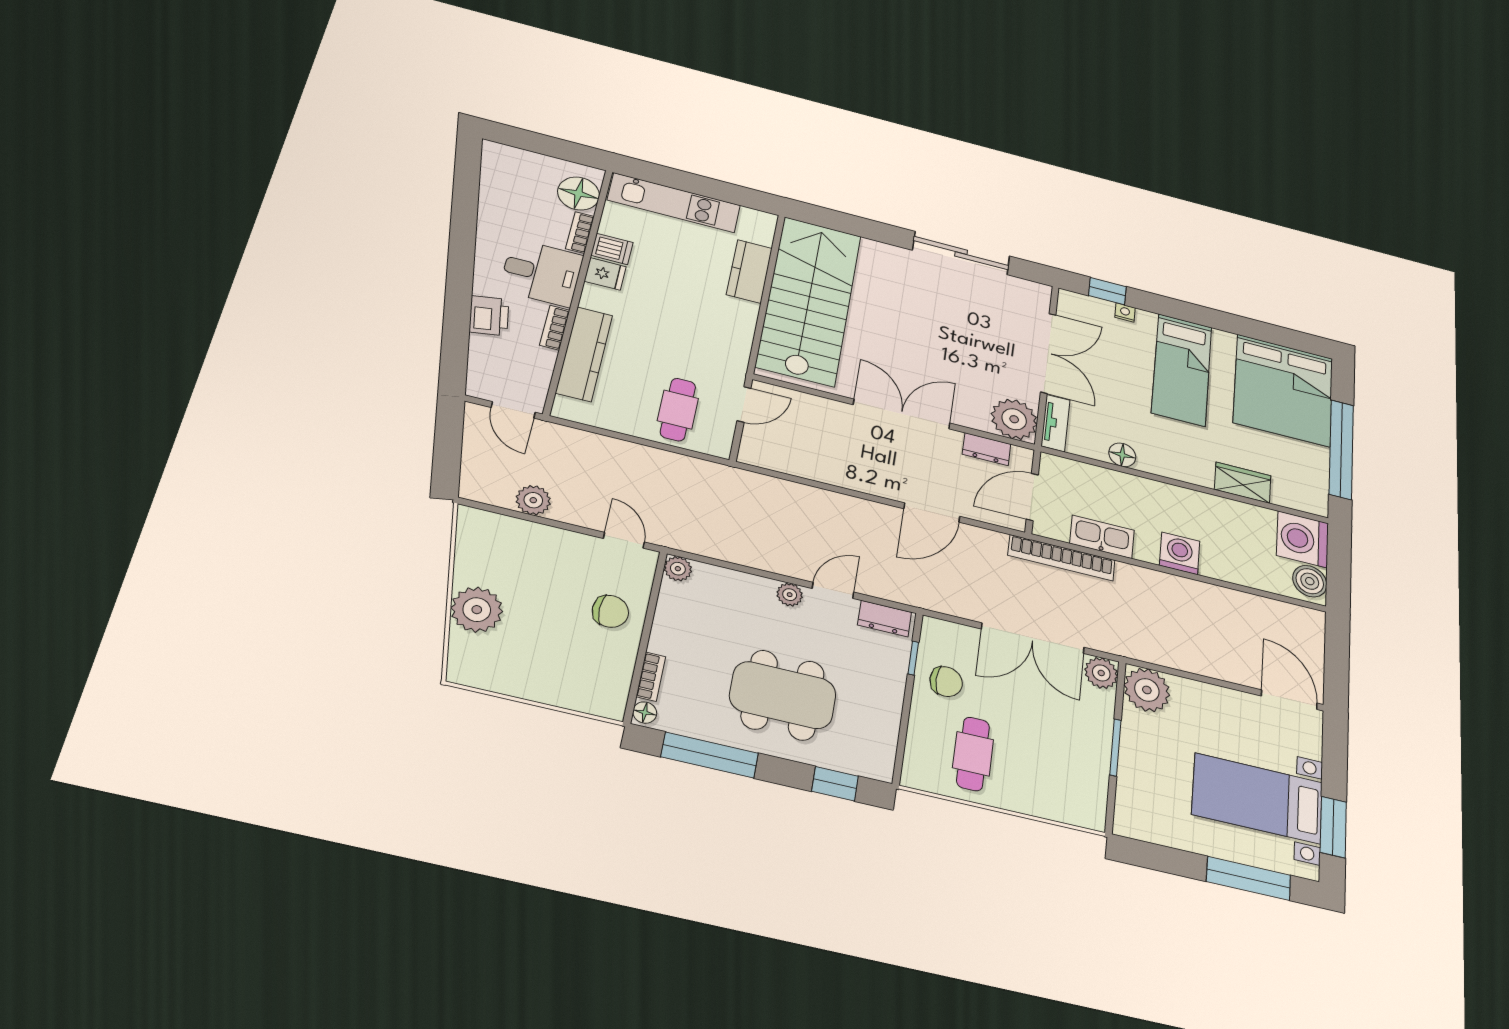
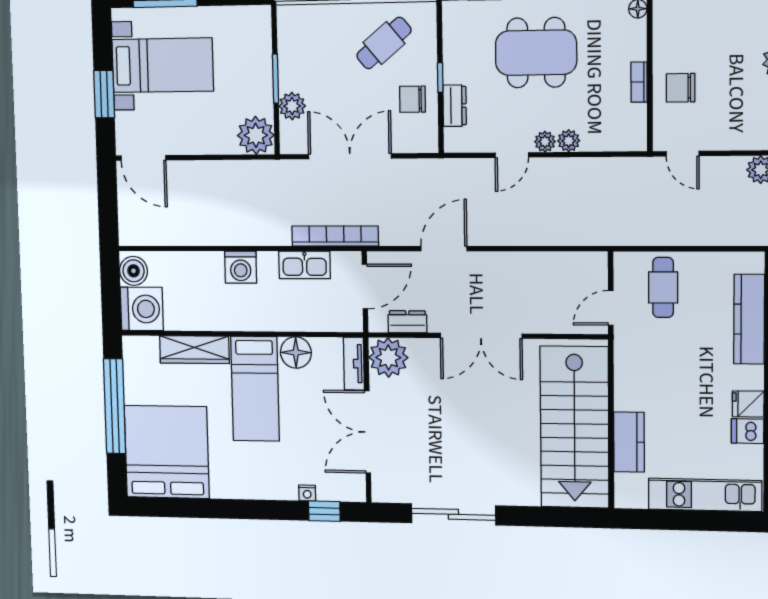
bed: (1182, 370) -> (255, 389), moved, turned 180
floor lamp: (1122, 455) -> (296, 353), width x1.38, depth x1.38
wardrobe: (1243, 483) -> (194, 350), width x1.50
plant: (678, 569) -> (569, 141), moved
dresser: (885, 619) -> (455, 106), moved, turned 90
window: (913, 658) -> (440, 78), moved
plant: (1101, 673) -> (292, 106), moved
bookcase: (651, 677) -> (639, 82), moved
cafe table: (973, 754) -> (384, 43), turned 50
window: (1333, 827) -> (104, 94), moved

